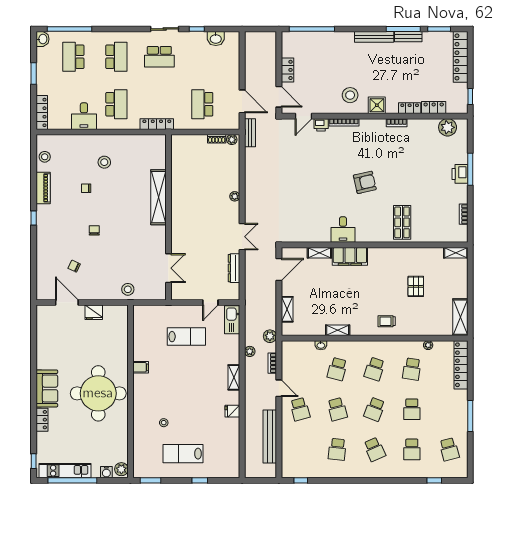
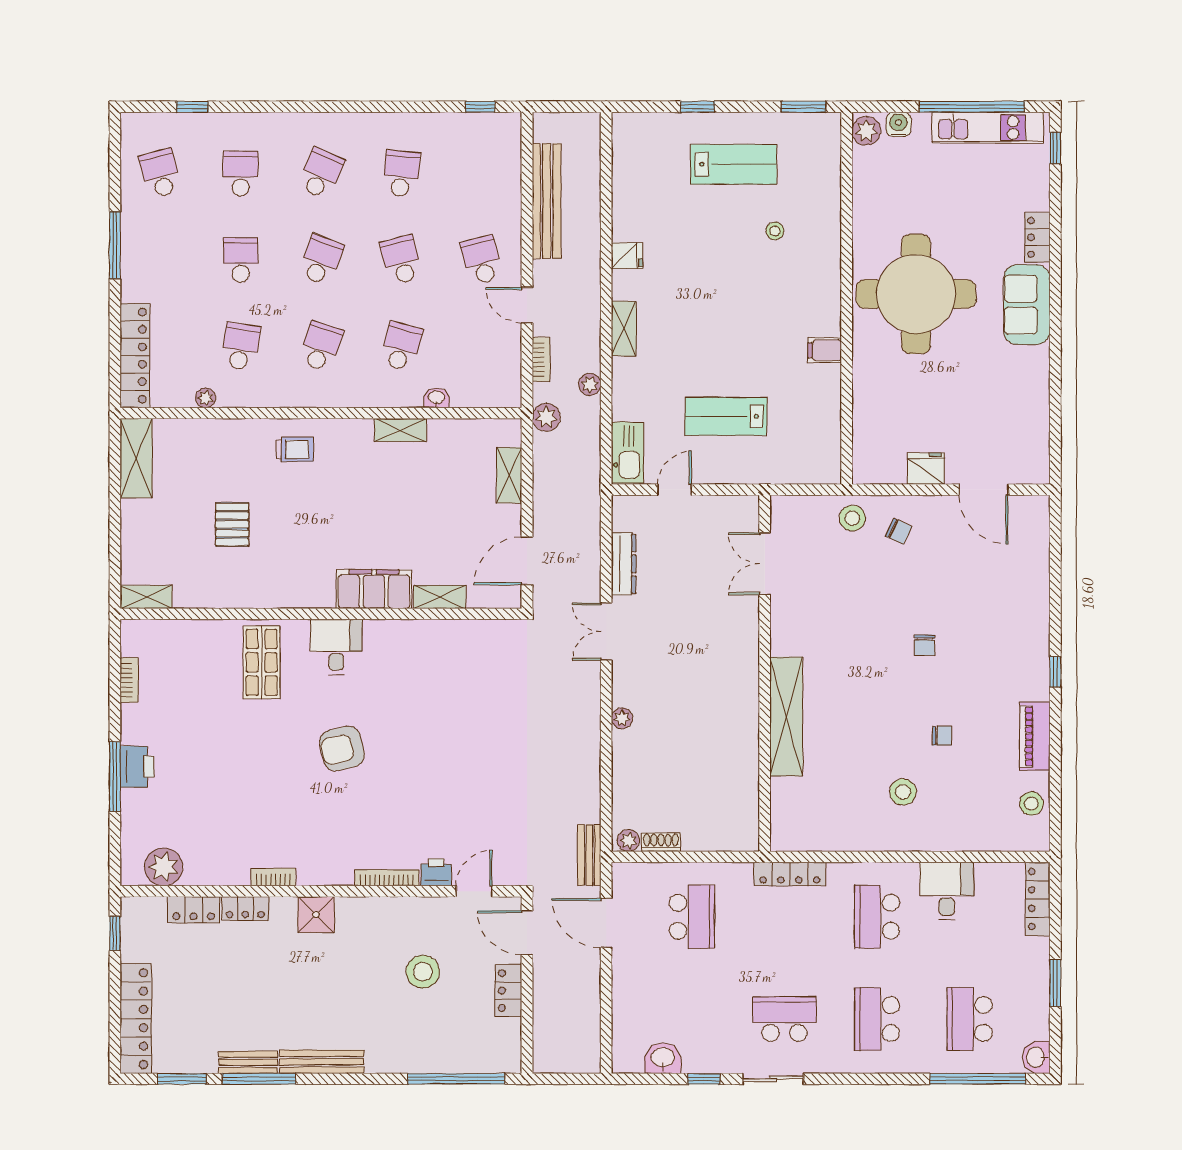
school desk: (73, 57) -> (970, 1019), turned 180
stool: (350, 95) -> (423, 972), moved
desk: (343, 230) -> (336, 647), moved
chair: (74, 266) -> (899, 531), moved
school desk: (375, 449) -> (321, 173), turned 48

